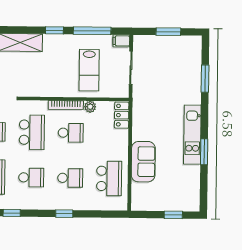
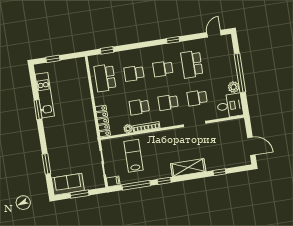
locker: (122, 115) -> (103, 121), width x1.53
school desk: (32, 132) -> (168, 102), width x0.54
kitchen unit: (192, 135) -> (45, 95), moved
sofa: (143, 162) -> (68, 184), moved, turned 90
window: (64, 214) -> (107, 50), moved

